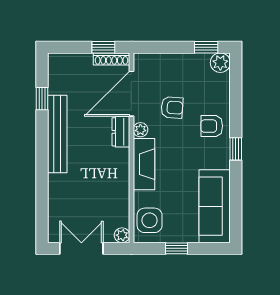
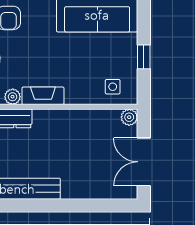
fireplace: (144, 164) -> (43, 96), width x0.73, depth x0.76
side table: (150, 220) -> (113, 87), width x0.54, depth x0.54

